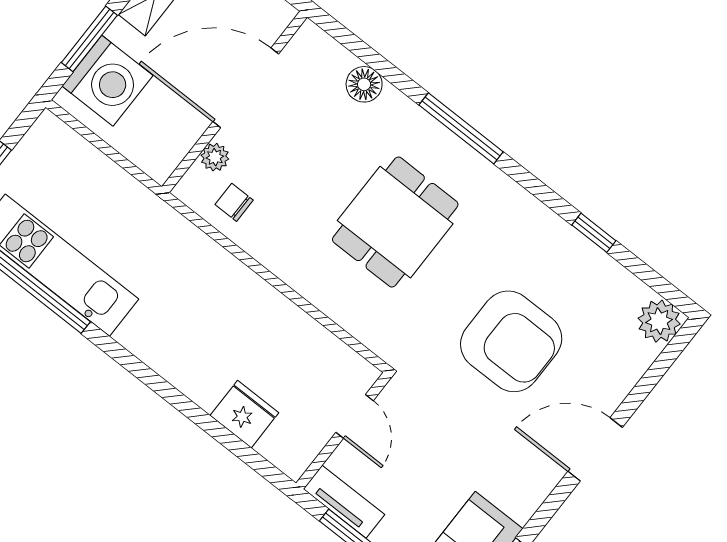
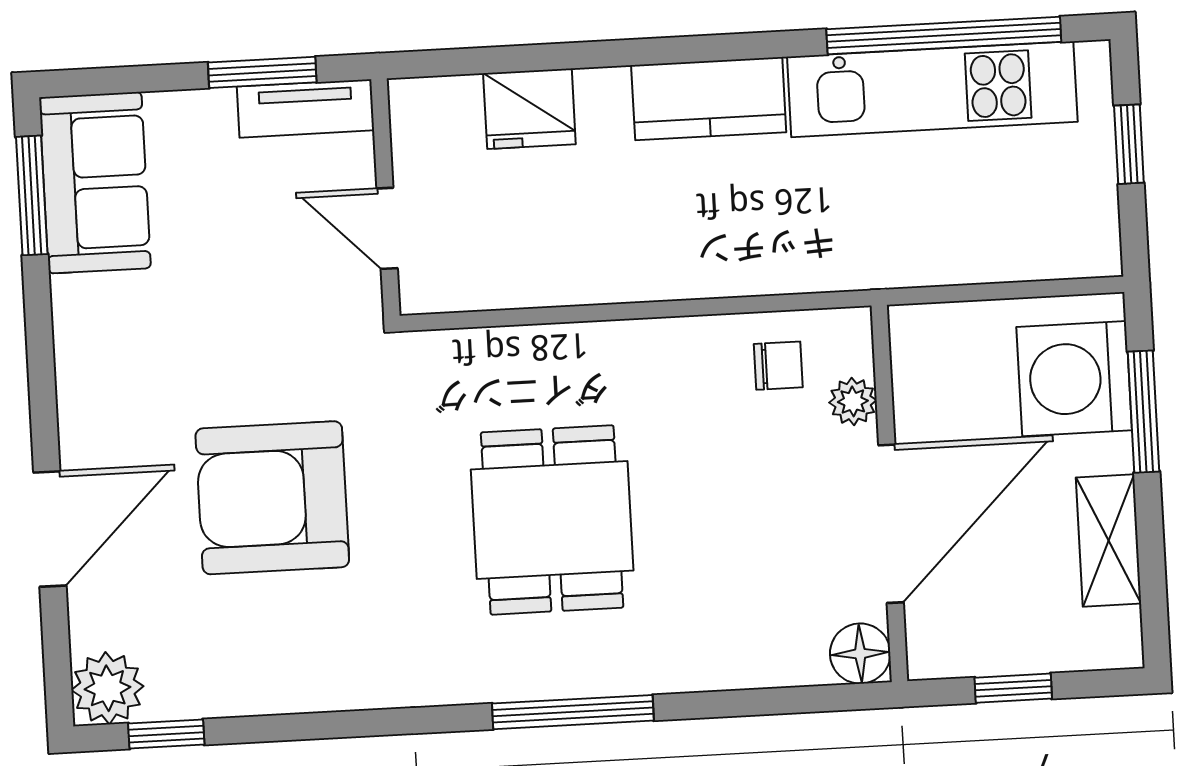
floor lamp: (364, 84) -> (860, 654), moved
window: (594, 233) -> (166, 734), moved
kitchen counter: (161, 348) -> (709, 99), added
door: (595, 449) -> (50, 529), moved

